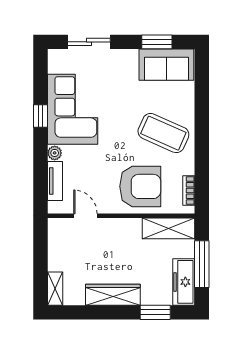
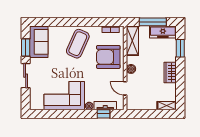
sliding door: (89, 42) -> (26, 76), moved
window: (40, 116) -> (104, 114), moved
armchair: (140, 186) -> (108, 57), turned -90
door: (85, 216) -> (125, 88), hinge flipped
boiler: (119, 226) -> (131, 69), added
wardrobe: (113, 295) -> (170, 73), width x0.67

